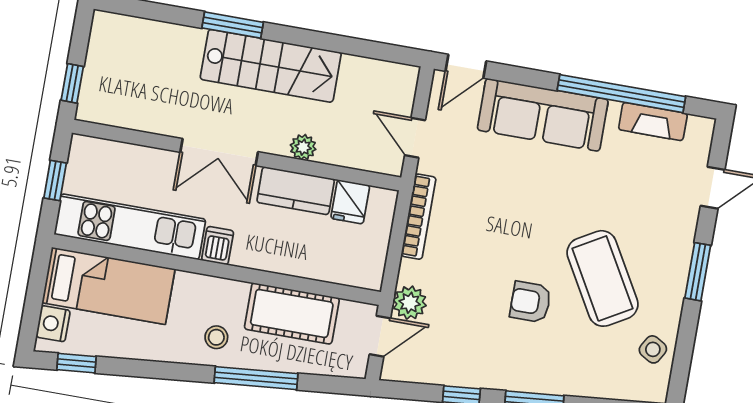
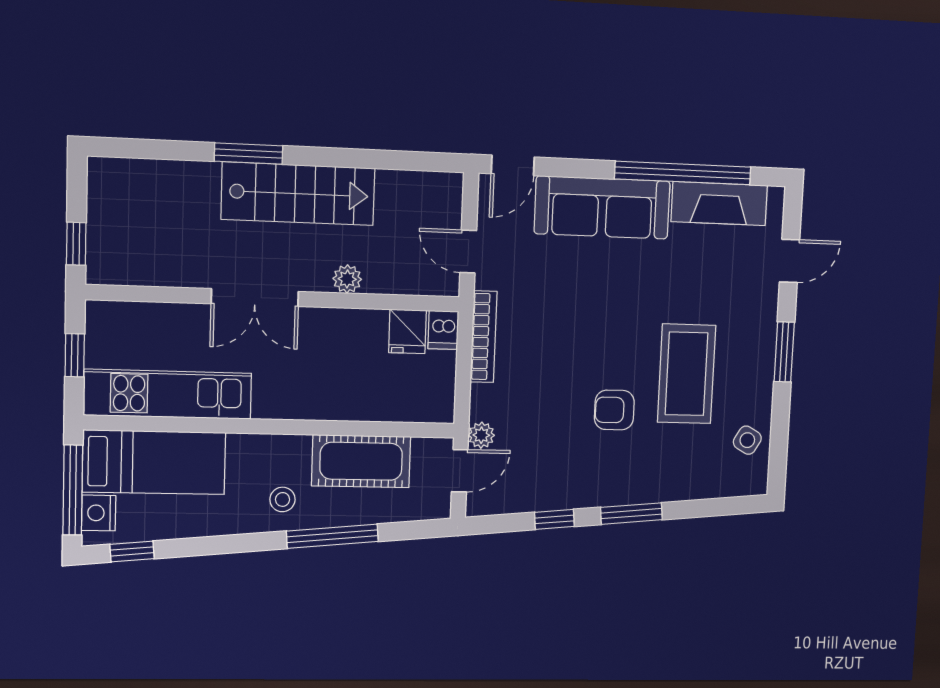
fireplace: (653, 122) -> (719, 204), width x1.37, depth x1.32
kitchen counter: (296, 191) -> (346, 328), removed
dishwasher: (218, 246) -> (443, 330), moved, turned 180
coffee table: (602, 278) -> (687, 374), turned 30
window: (34, 300) -> (73, 490), added
plant: (410, 303) -> (481, 435), width x0.73, depth x0.73

